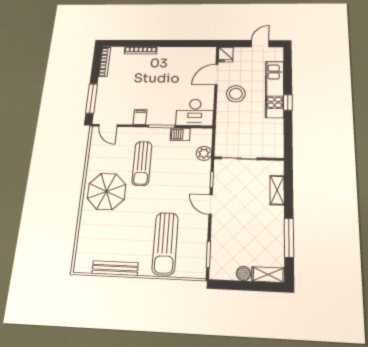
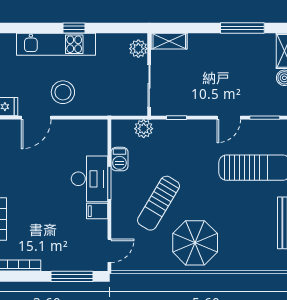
door: (216, 75) -> (36, 118), hinge flipped
desk: (195, 112) -> (90, 179), moved
plant: (271, 151) -> (138, 49), added
sun lounger: (142, 163) -> (159, 203), turned 121
shelving: (277, 190) -> (169, 41), moved
door: (211, 205) -> (229, 118), moved

